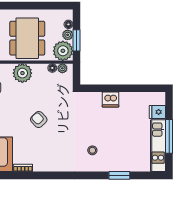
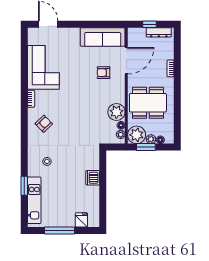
plant: (22, 73) -> (116, 112), moved
armchair: (39, 120) -> (44, 124), moved
kitchen unit: (158, 146) -> (34, 200), moved, turned 90

